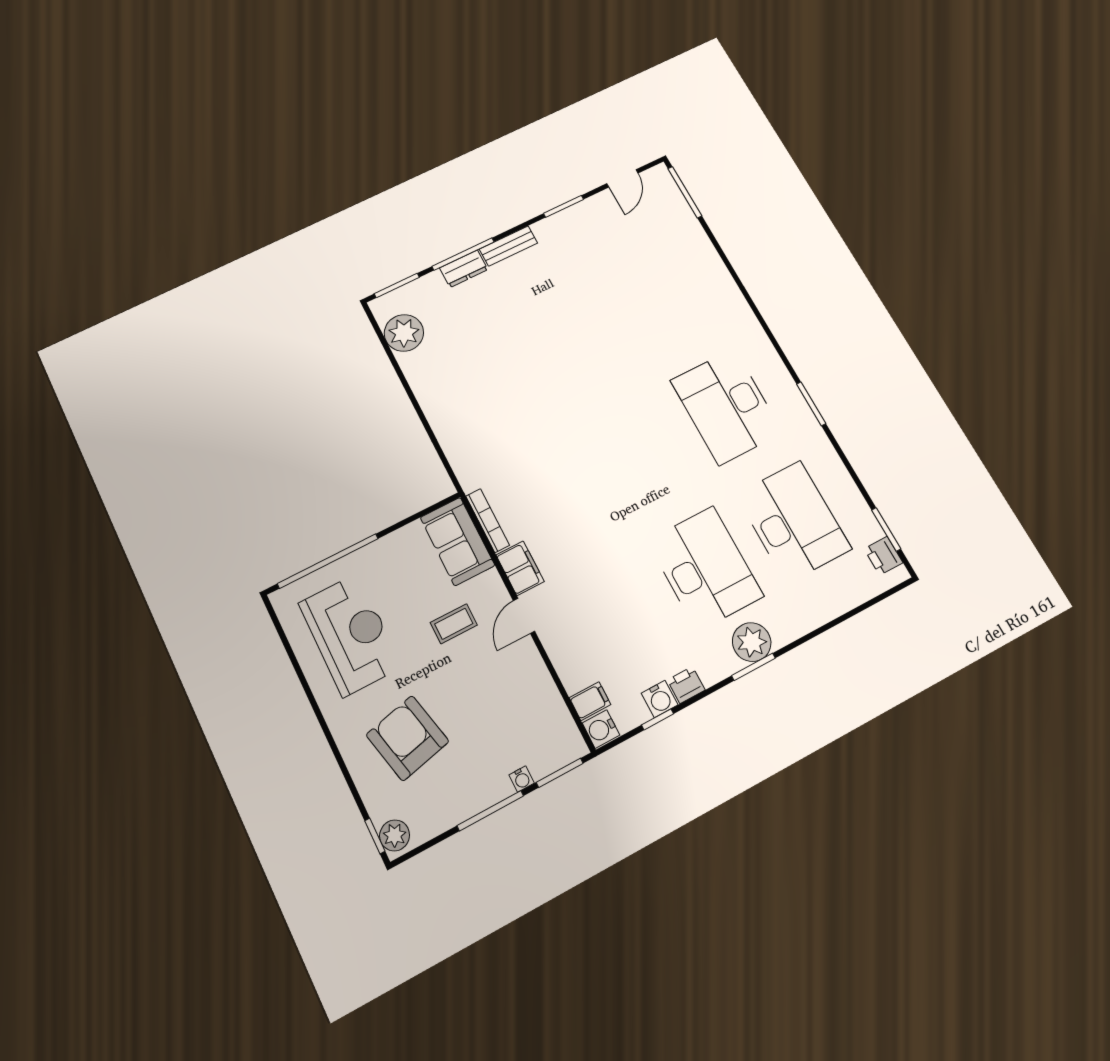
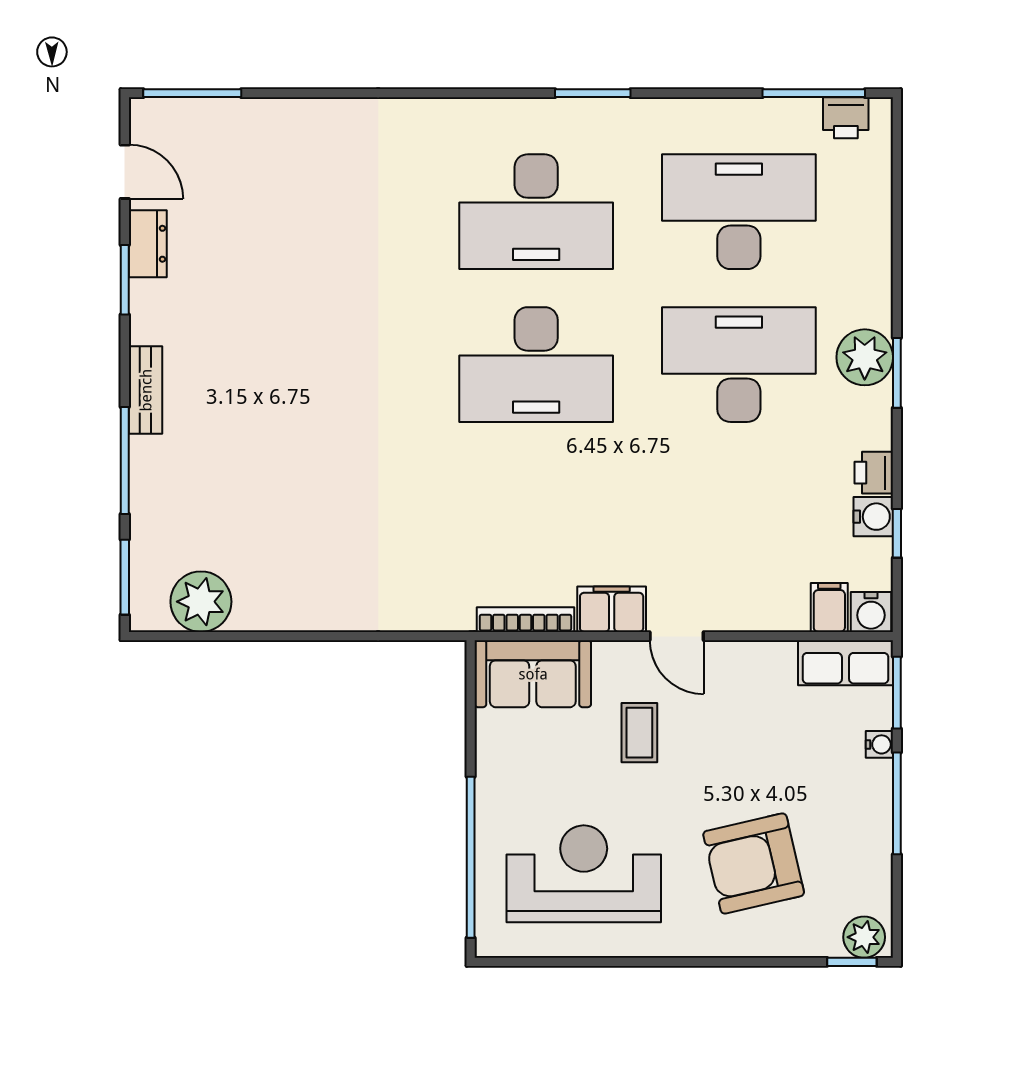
dresser: (464, 269) -> (148, 244), moved
desk: (640, 451) -> (536, 365), added
window: (886, 529) -> (814, 93), width x1.44
row of seats: (561, 730) -> (846, 663), added

